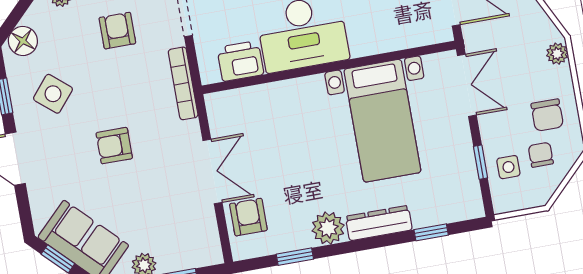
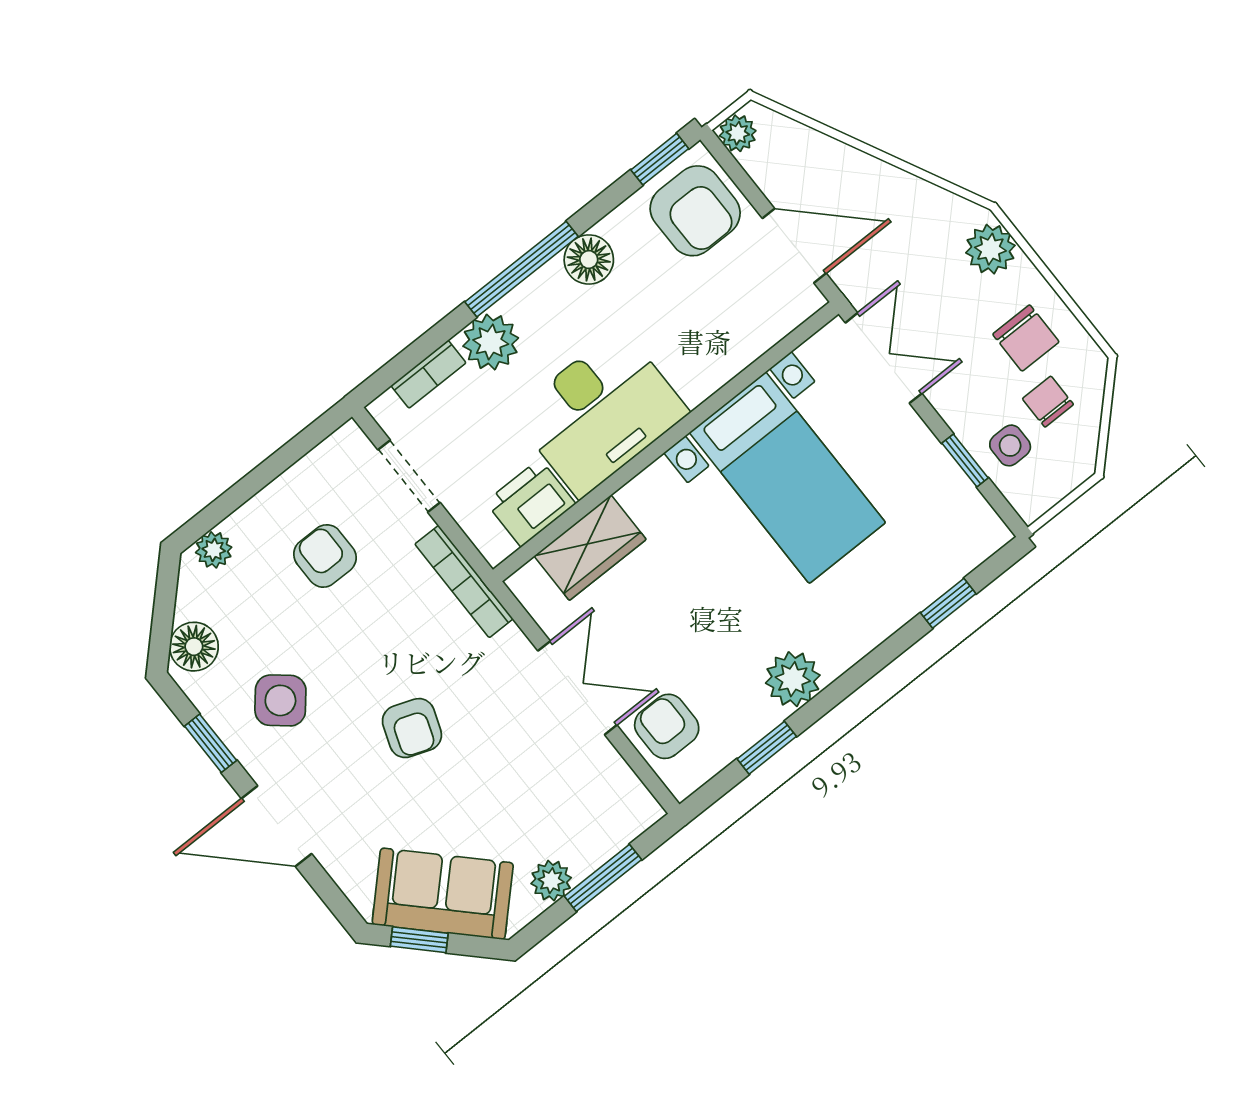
plant: (557, 54) -> (990, 249), width x1.38, depth x1.38
wardrobe: (259, 101) -> (590, 548), added
armchair: (114, 146) -> (412, 728), turned -70
dresser: (379, 223) -> (864, 631), removed

